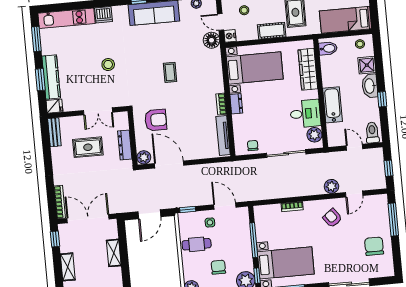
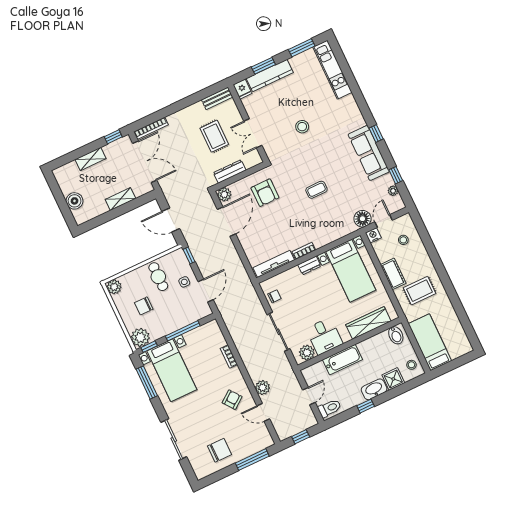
dishwasher: (104, 15) -> (349, 104), removed
chair: (218, 267) -> (144, 306), turned 180

